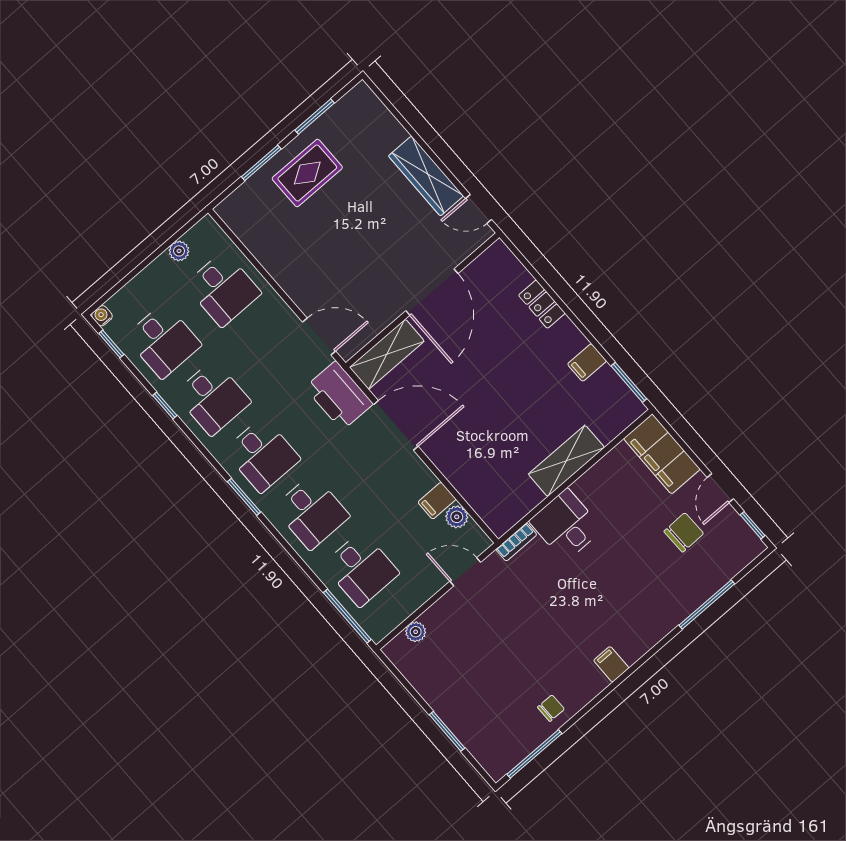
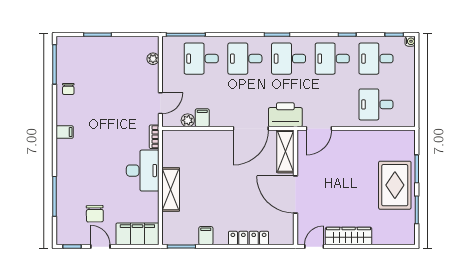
rug: (307, 173) -> (395, 185), width x1.36, depth x1.43
plant: (179, 251) -> (409, 100), removed
locker: (542, 304) -> (249, 238), width x1.53
desk: (566, 525) -> (143, 171), width x1.37

